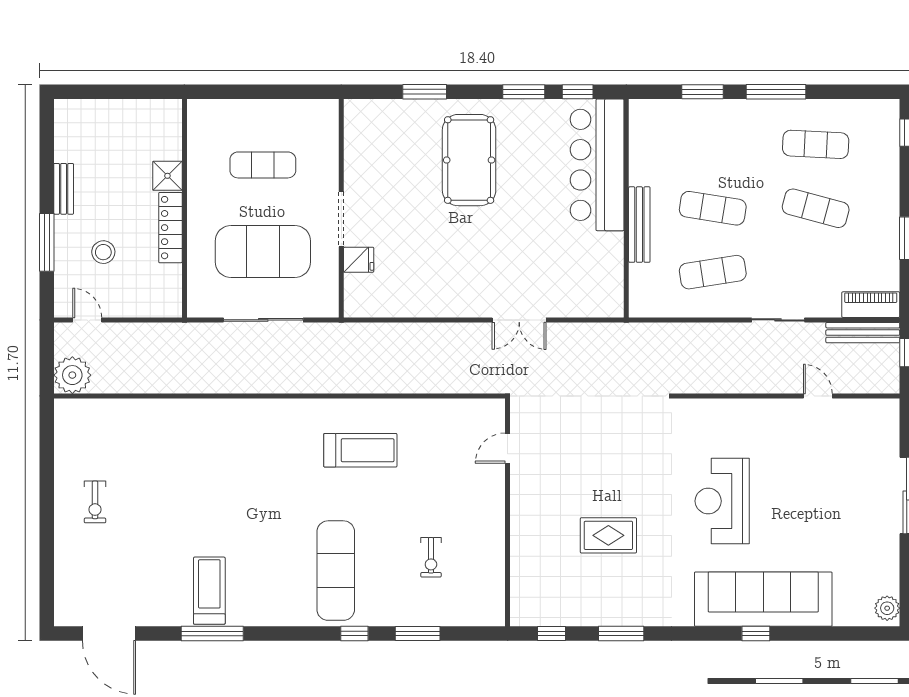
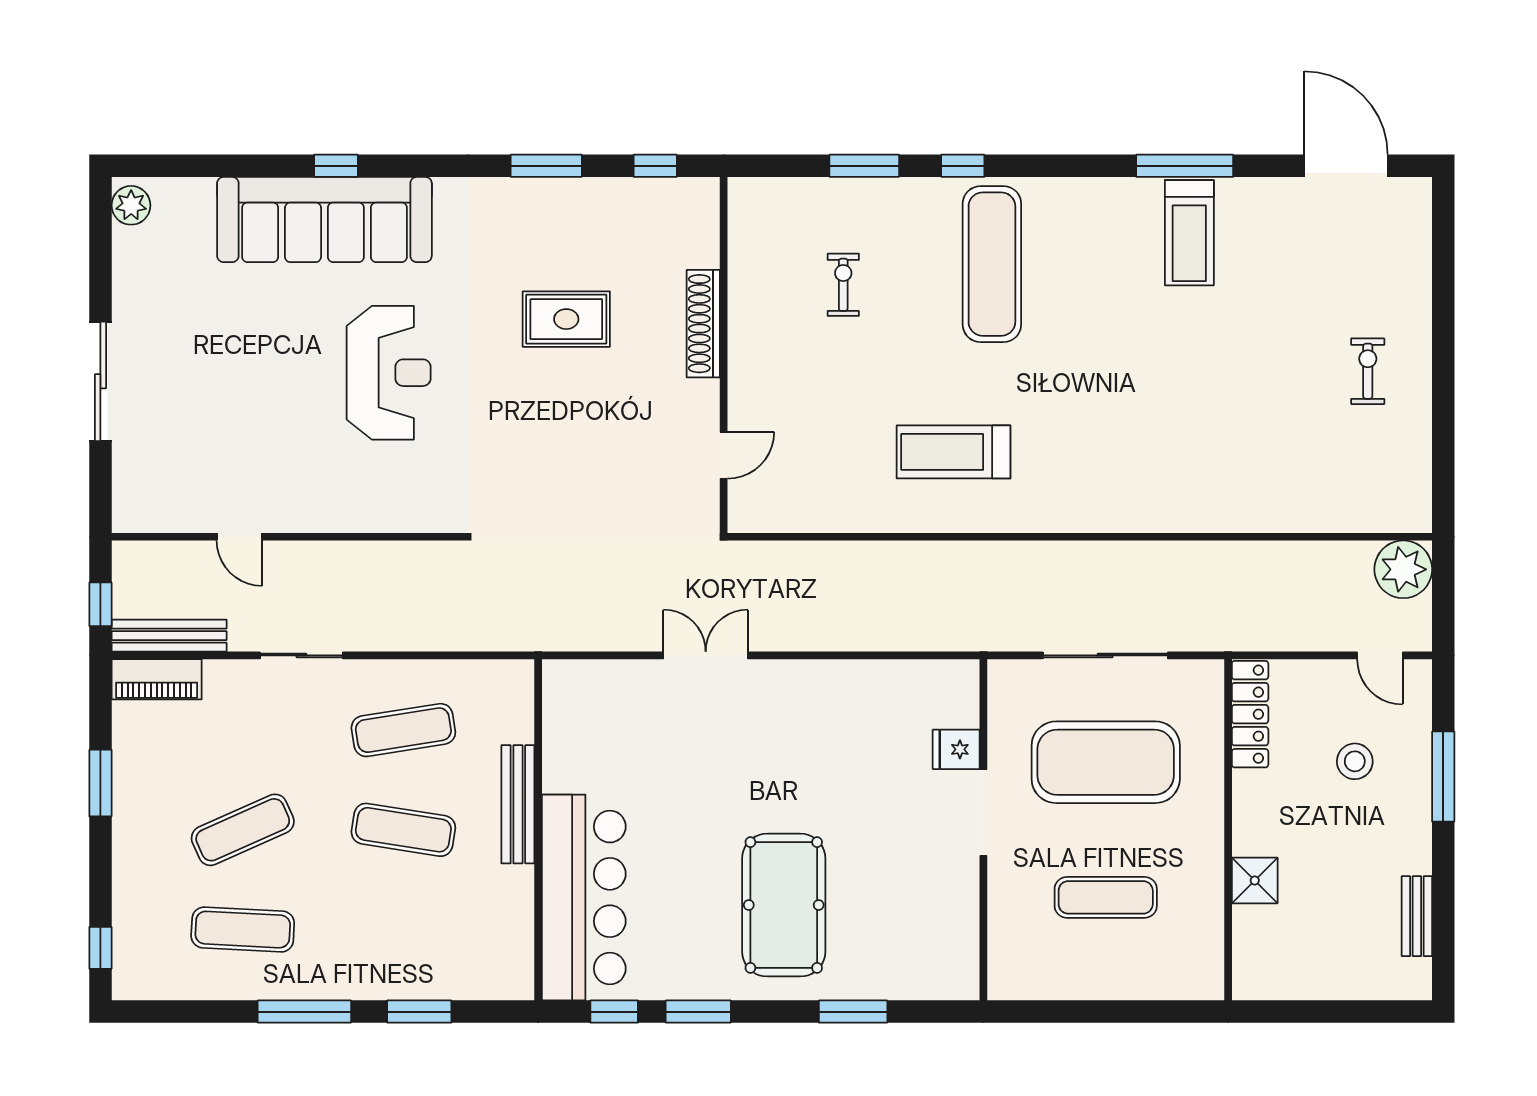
bench: (64, 189) -> (1417, 916), moved
exercise mat: (816, 208) -> (243, 830), turned -39
locker: (170, 228) -> (1250, 714), moved
shoe rack: (521, 532) -> (703, 324), added

